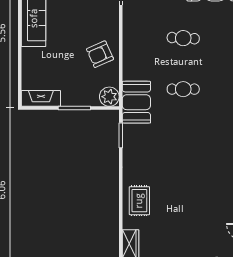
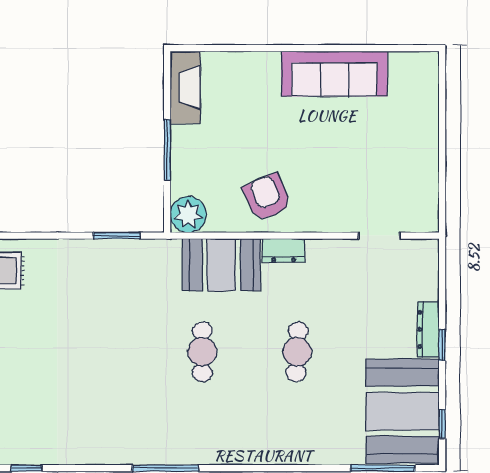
dresser: (129, 45) -> (284, 251), added
booth: (136, 102) -> (221, 265), moved

